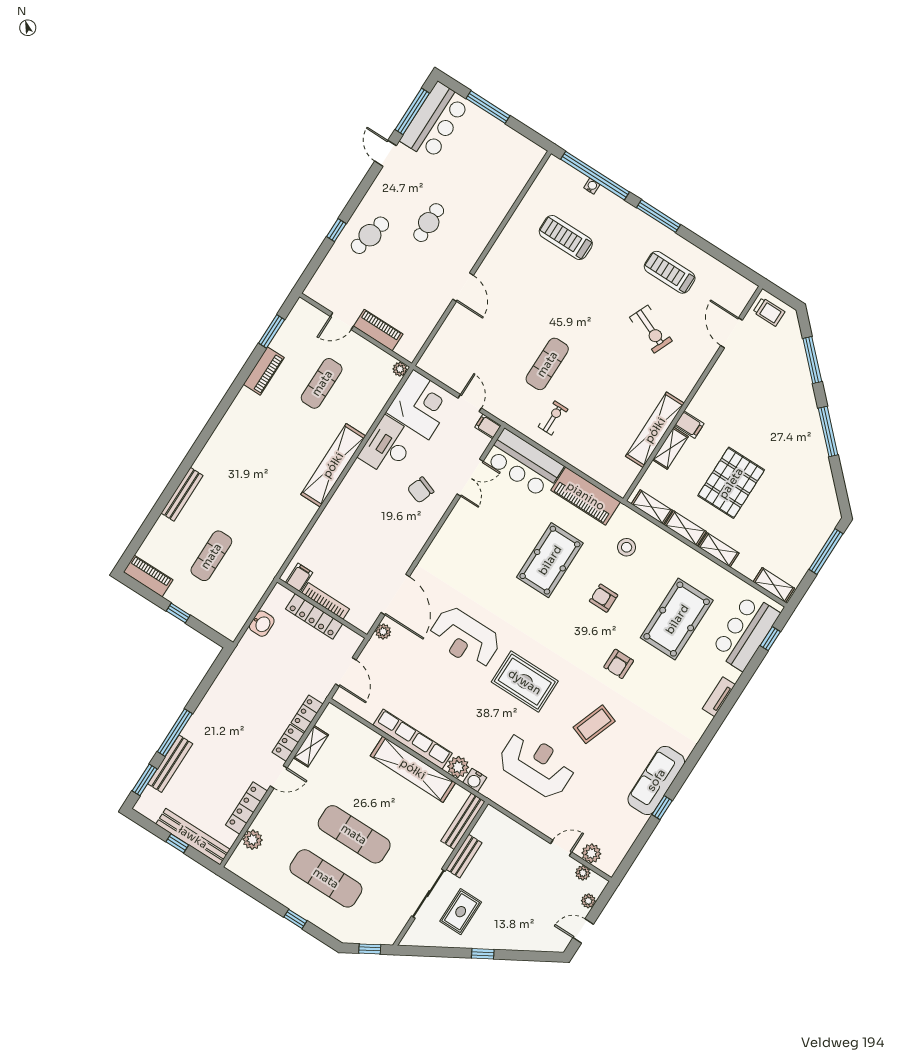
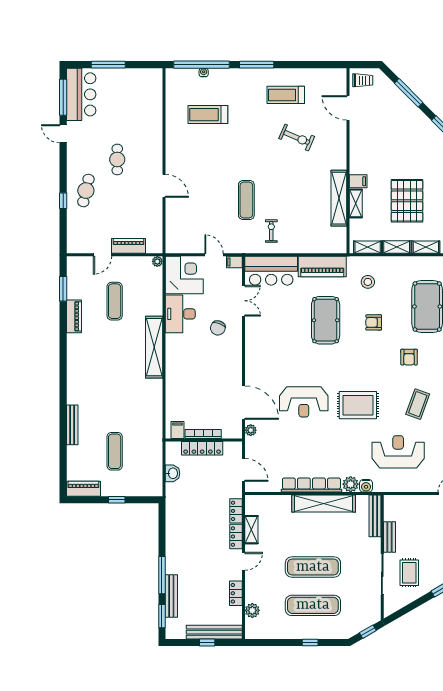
locker: (246, 808) -> (236, 593), width x0.66

